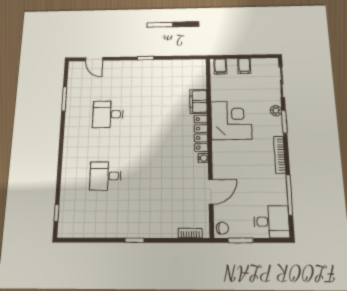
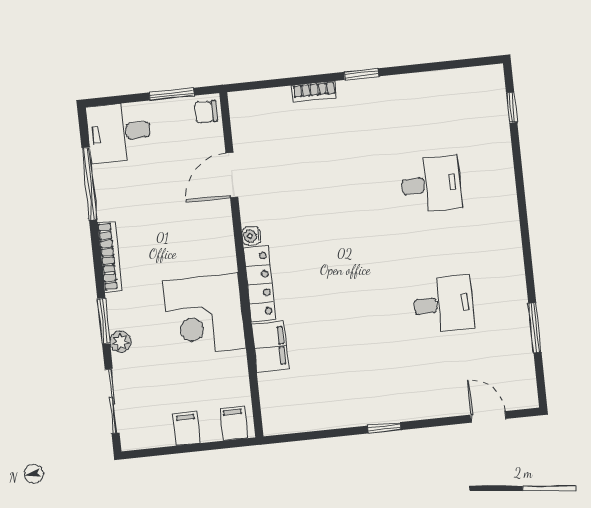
bookcase: (190, 233) -> (314, 92), moved

